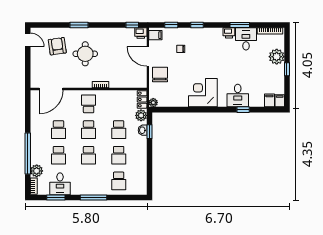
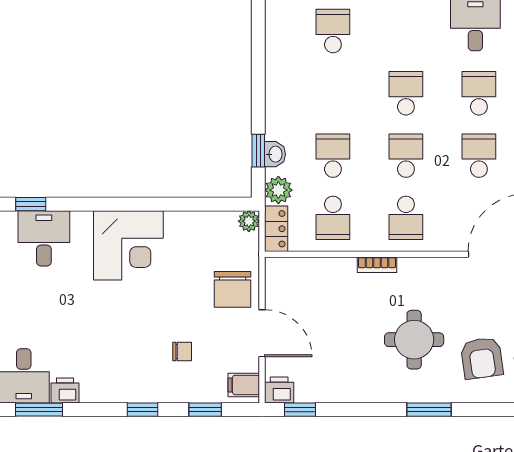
school desk: (119, 155) -> (333, 218), moved, turned 180

